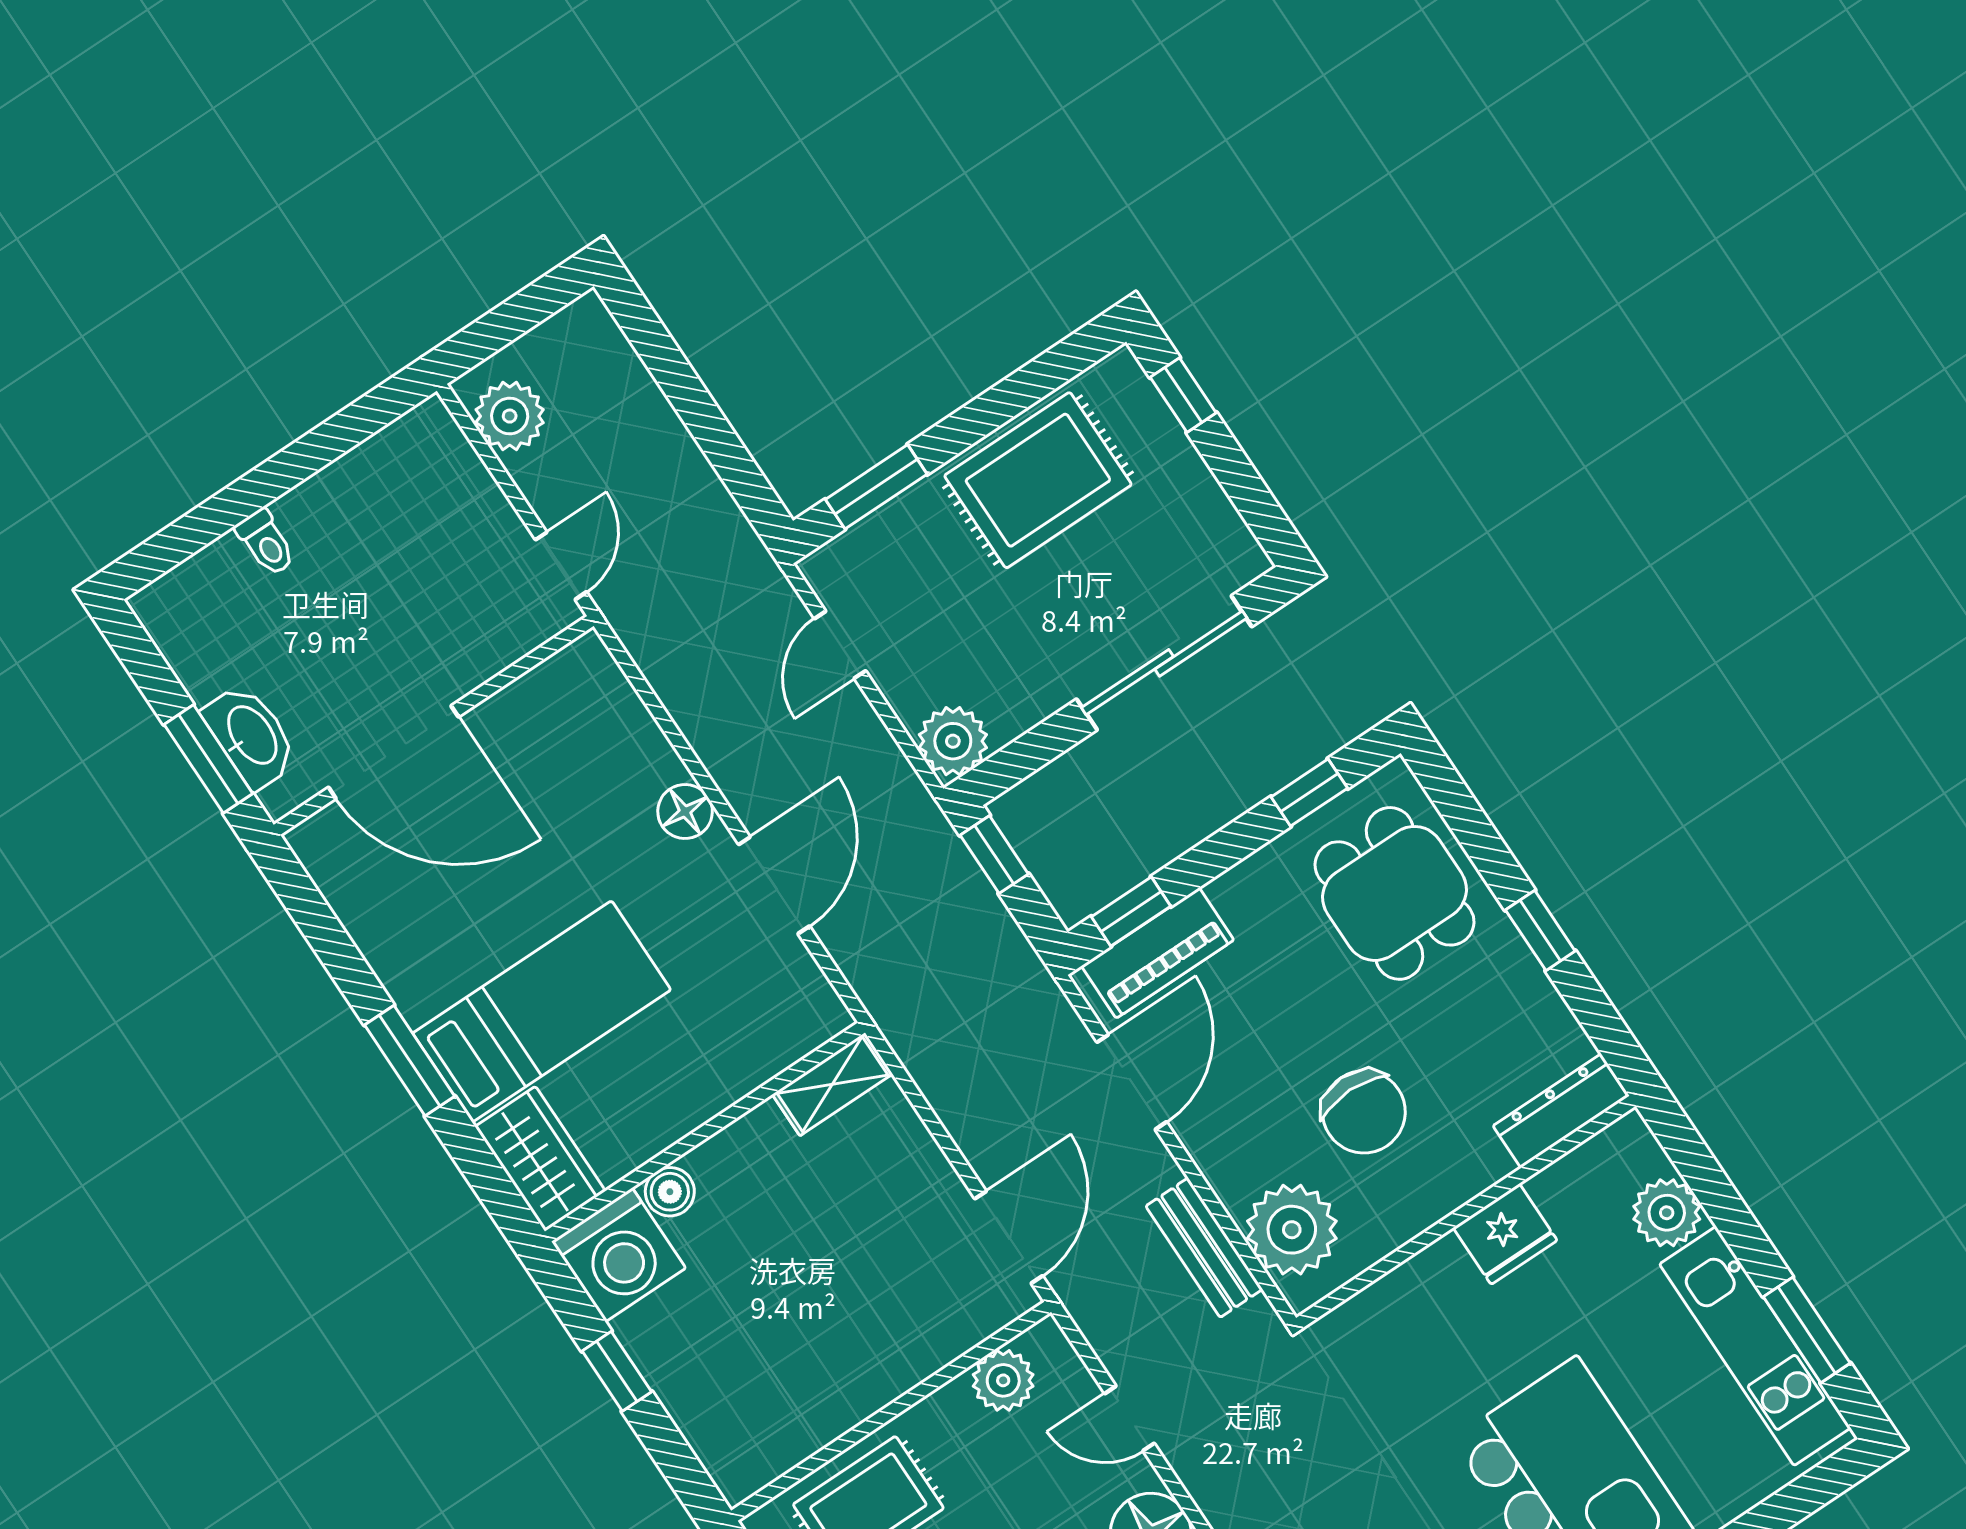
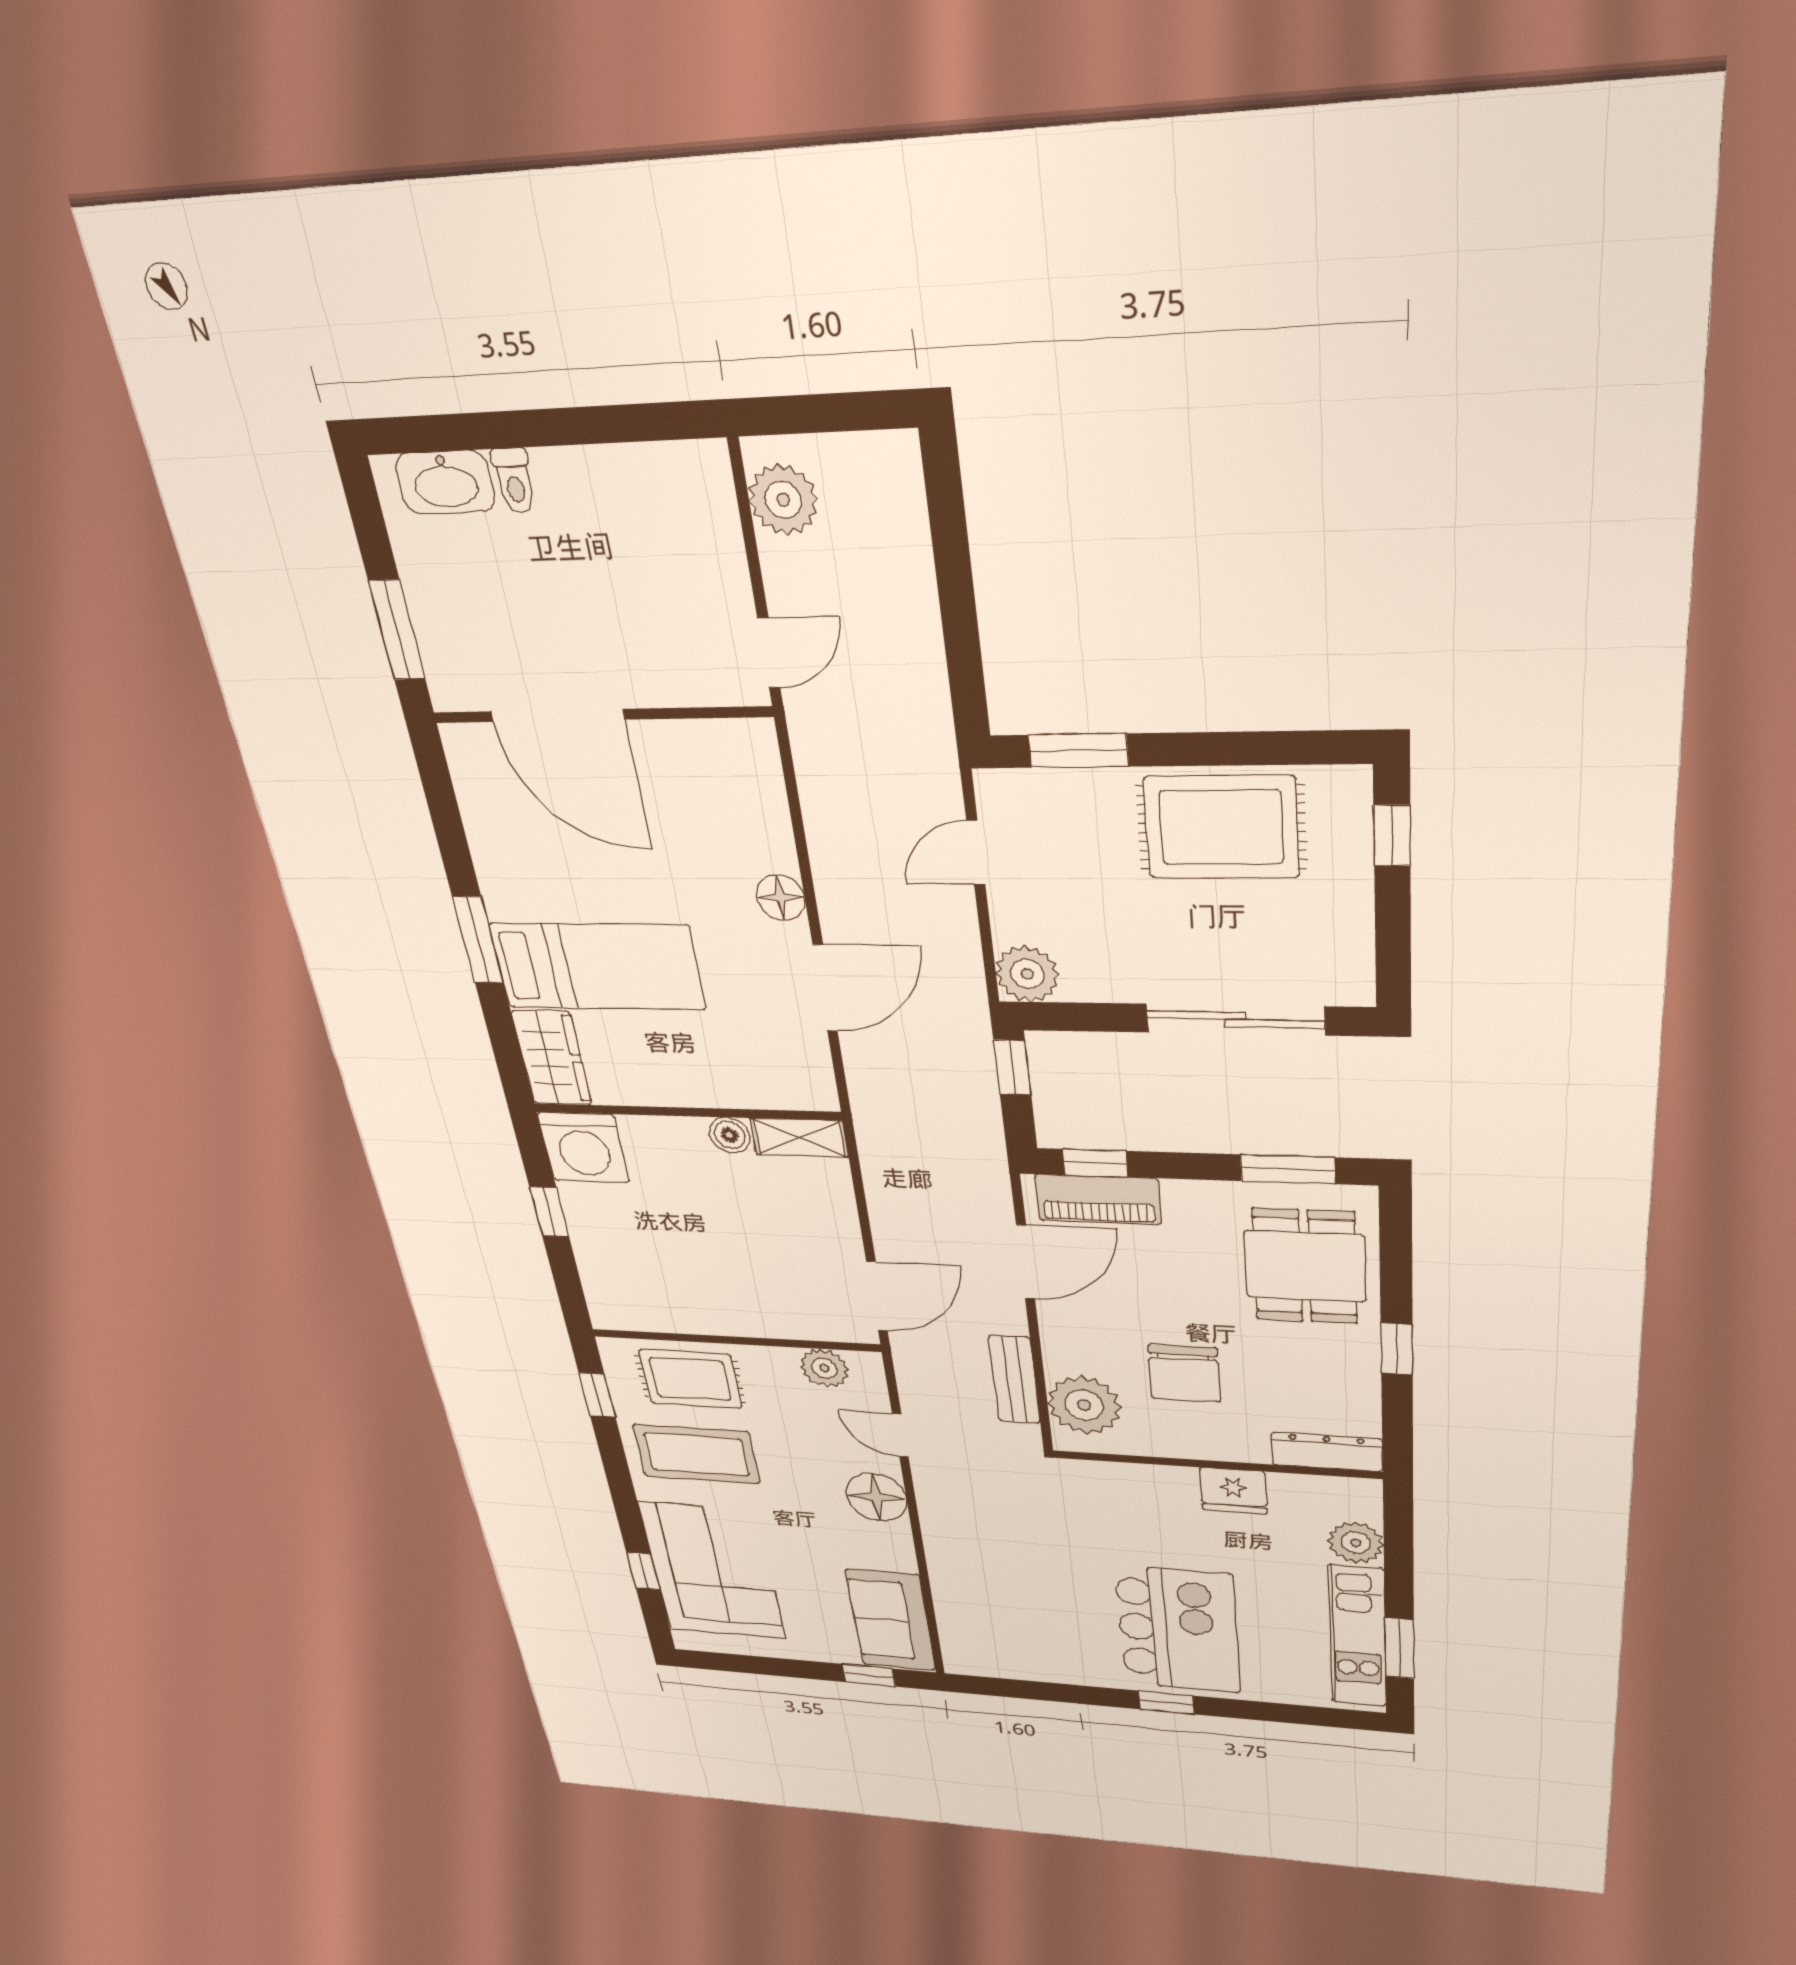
washbasin: (251, 736) -> (445, 482), moved, turned 90
window: (1309, 793) -> (1288, 1169), width x1.50
boiler: (670, 1192) -> (730, 1135), moved

